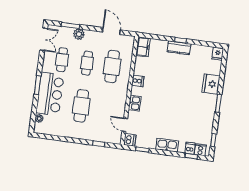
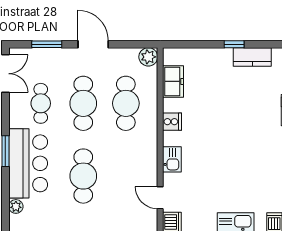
door: (111, 31) -> (93, 44), moved
plant: (79, 34) -> (148, 57), moved
freezer: (143, 47) -> (173, 81), moved
kitchen counter: (179, 48) -> (252, 57), moved
cafe table: (87, 63) -> (83, 103), width x1.37, depth x1.35

